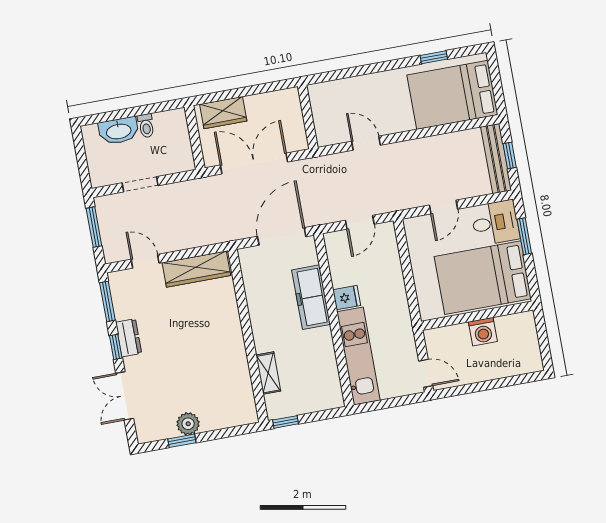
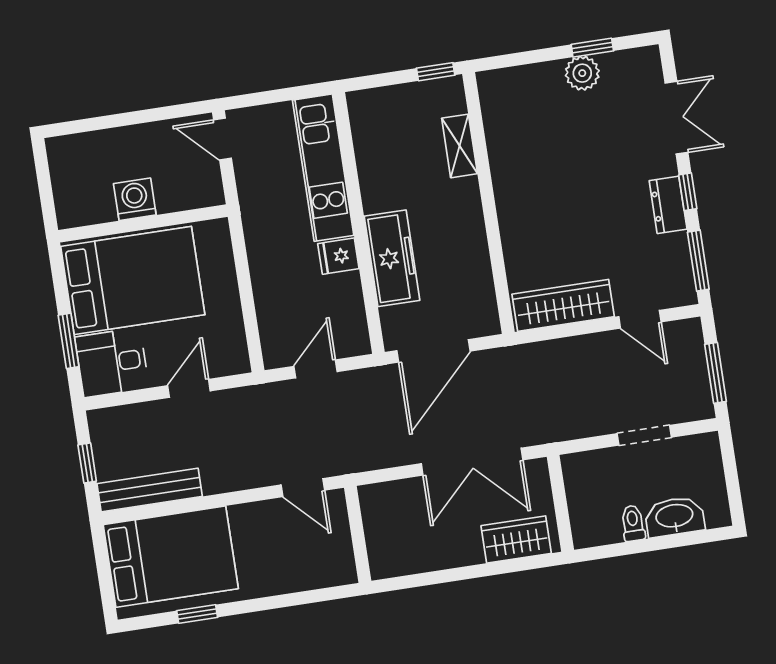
wall: (308, 117) -> (358, 534), moved
bench: (496, 159) -> (150, 490), moved, turned 90

